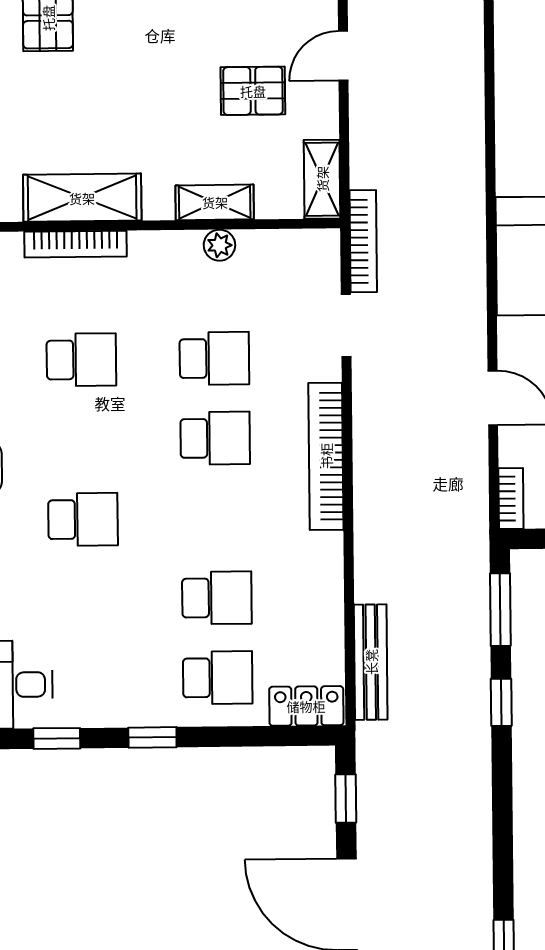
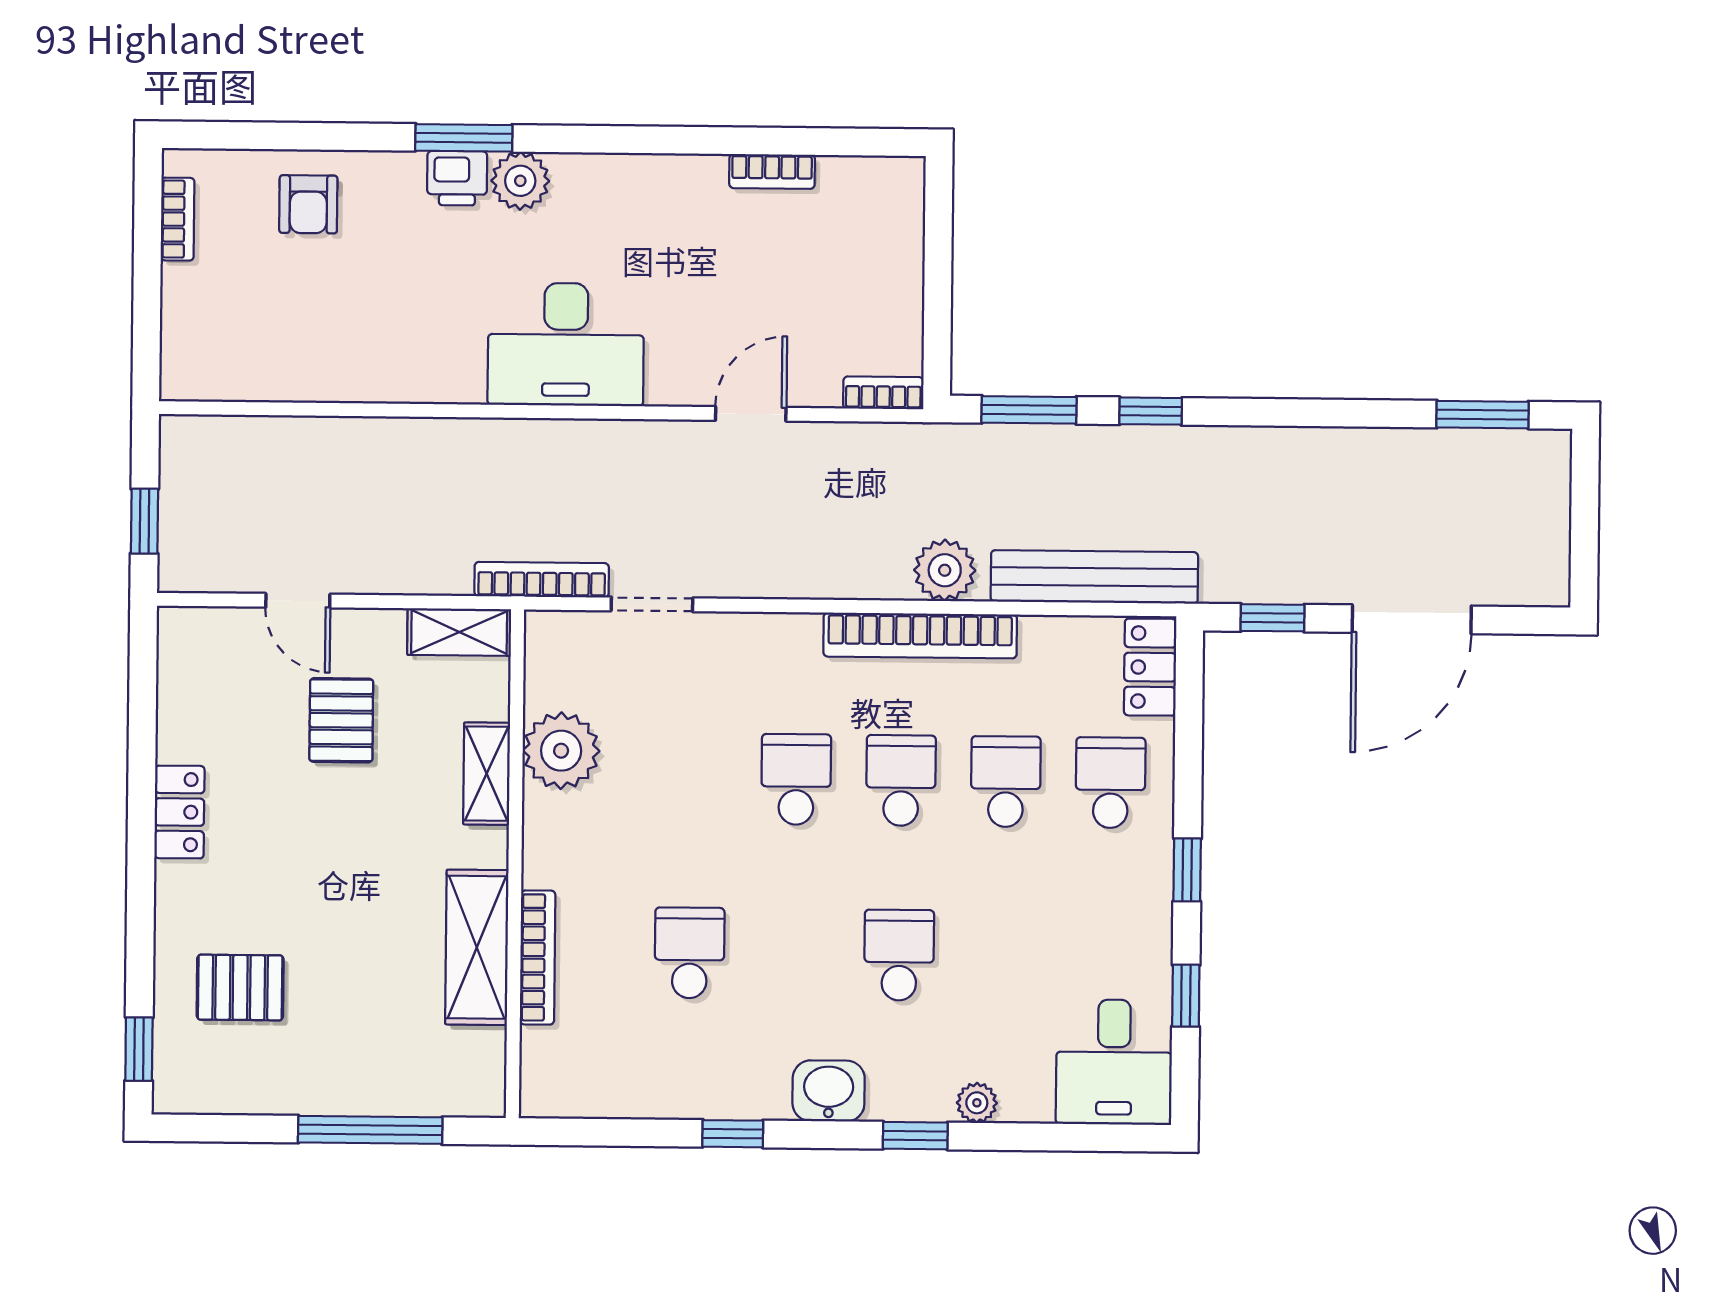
plant: (219, 245) -> (561, 751), width x1.87, depth x1.87
school desk: (214, 358) -> (901, 780), moved
bookcase: (326, 456) -> (920, 636), moved
plant: (377, 548) -> (945, 570), added
bench: (371, 662) -> (1094, 577), width x1.37, depth x1.21

